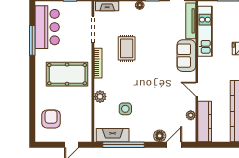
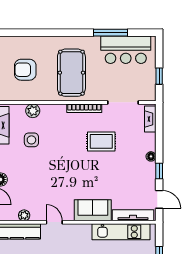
door: (197, 89) -> (54, 222), hinge flipped
plant: (100, 97) -> (33, 111), moved
armchair: (51, 119) -> (25, 70), moved, turned 180

